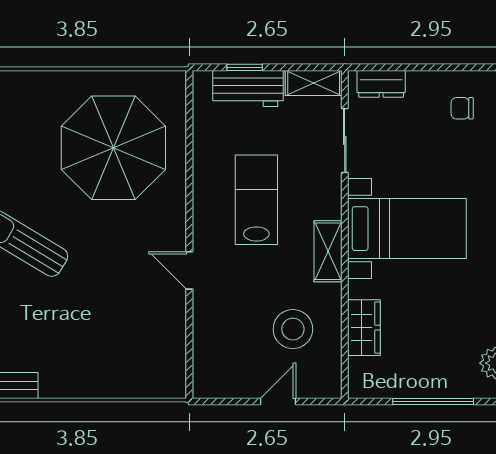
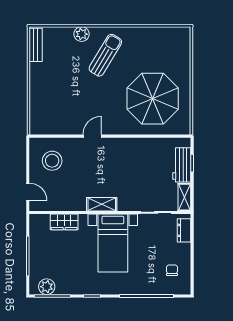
lab bench: (256, 200) -> (127, 169), removed
stool: (293, 329) -> (52, 161), moved
door: (278, 401) -> (28, 192), moved

